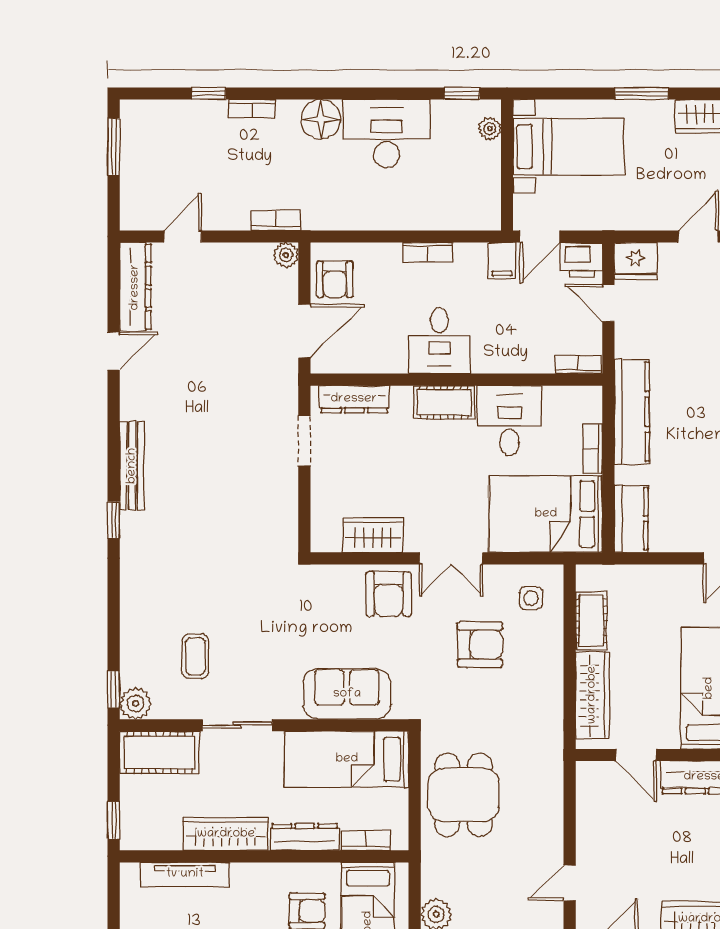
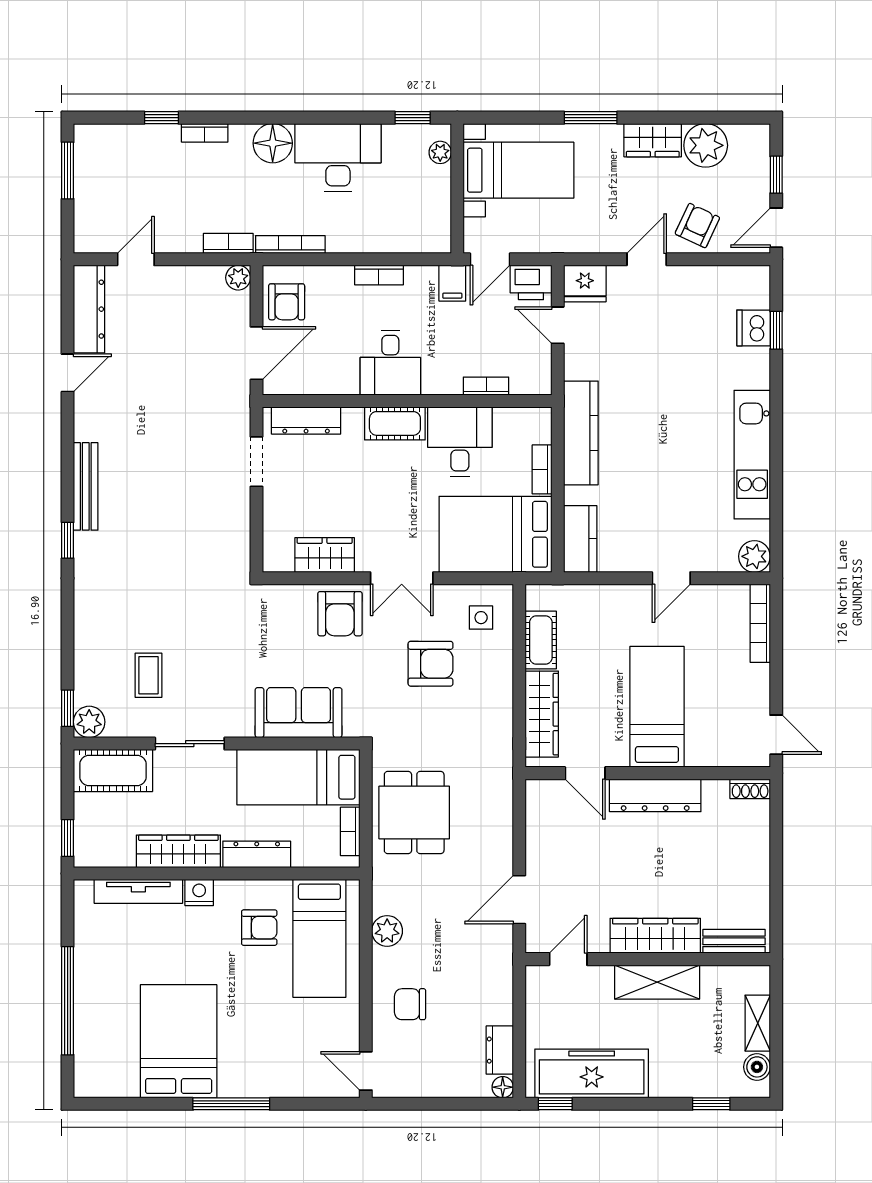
bookcase: (339, 222) -> (290, 245), added
bookcase: (578, 364) -> (486, 386), moved
bookcase: (366, 841) -> (350, 831), moved, turned -90
nightstand: (247, 875) -> (199, 892), added
door: (570, 883) -> (519, 900), width x1.38

